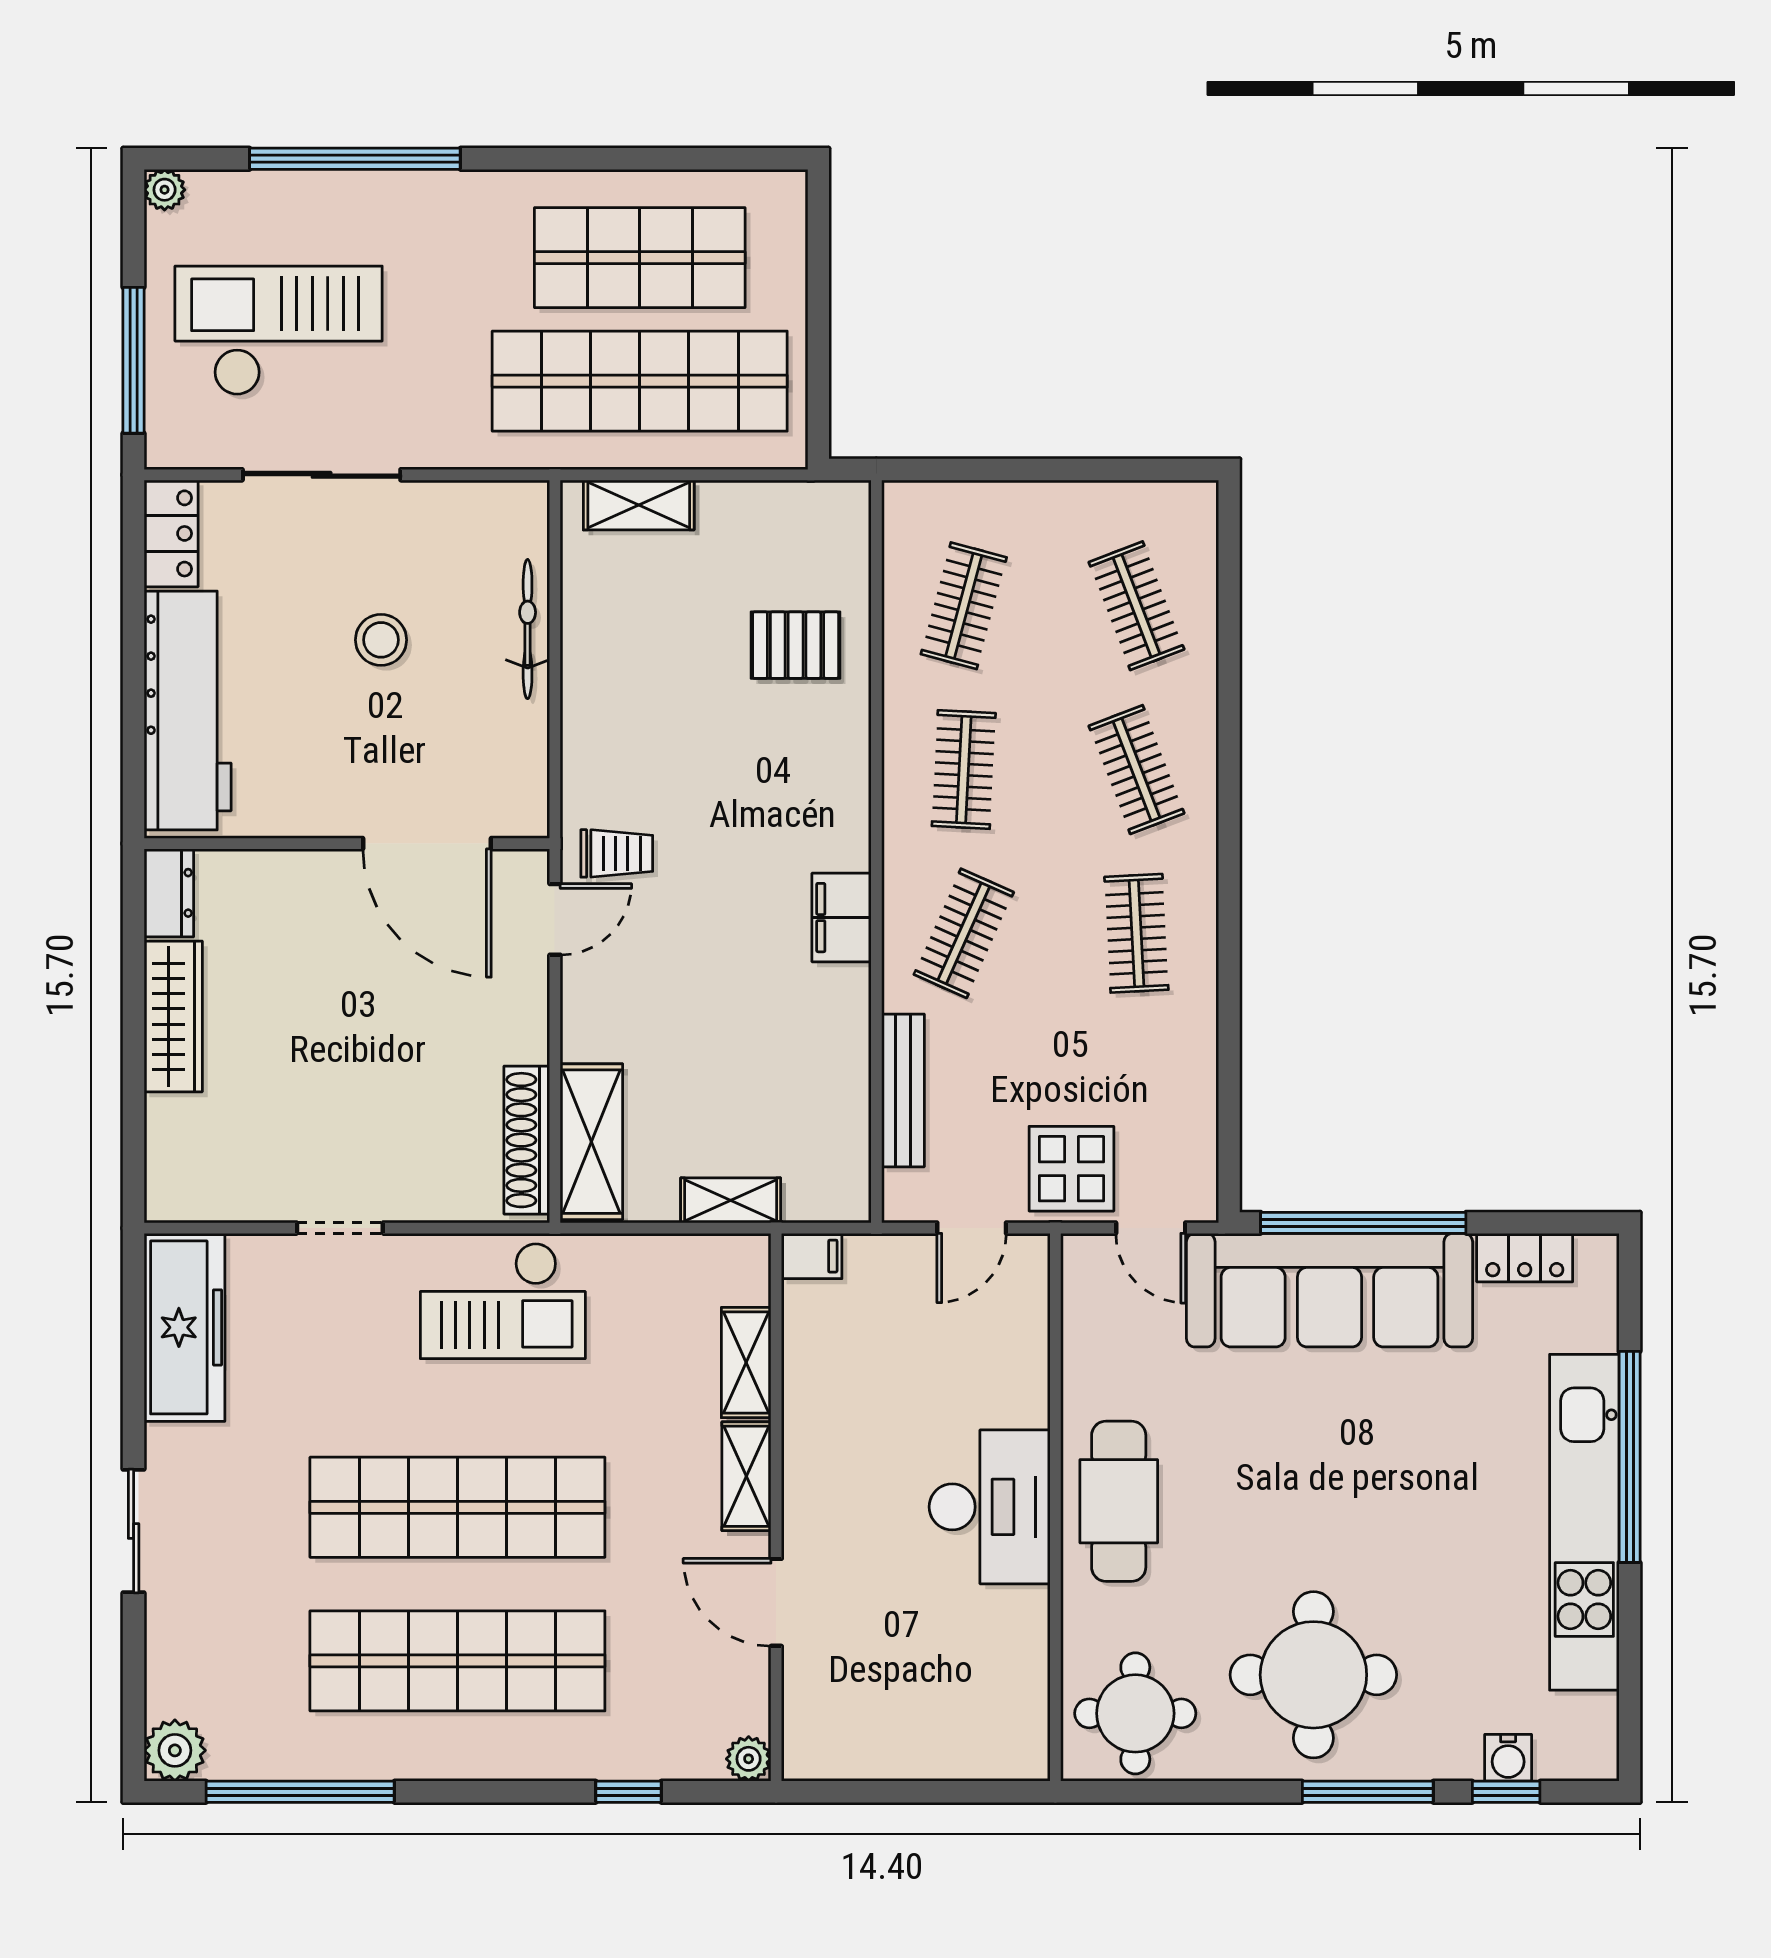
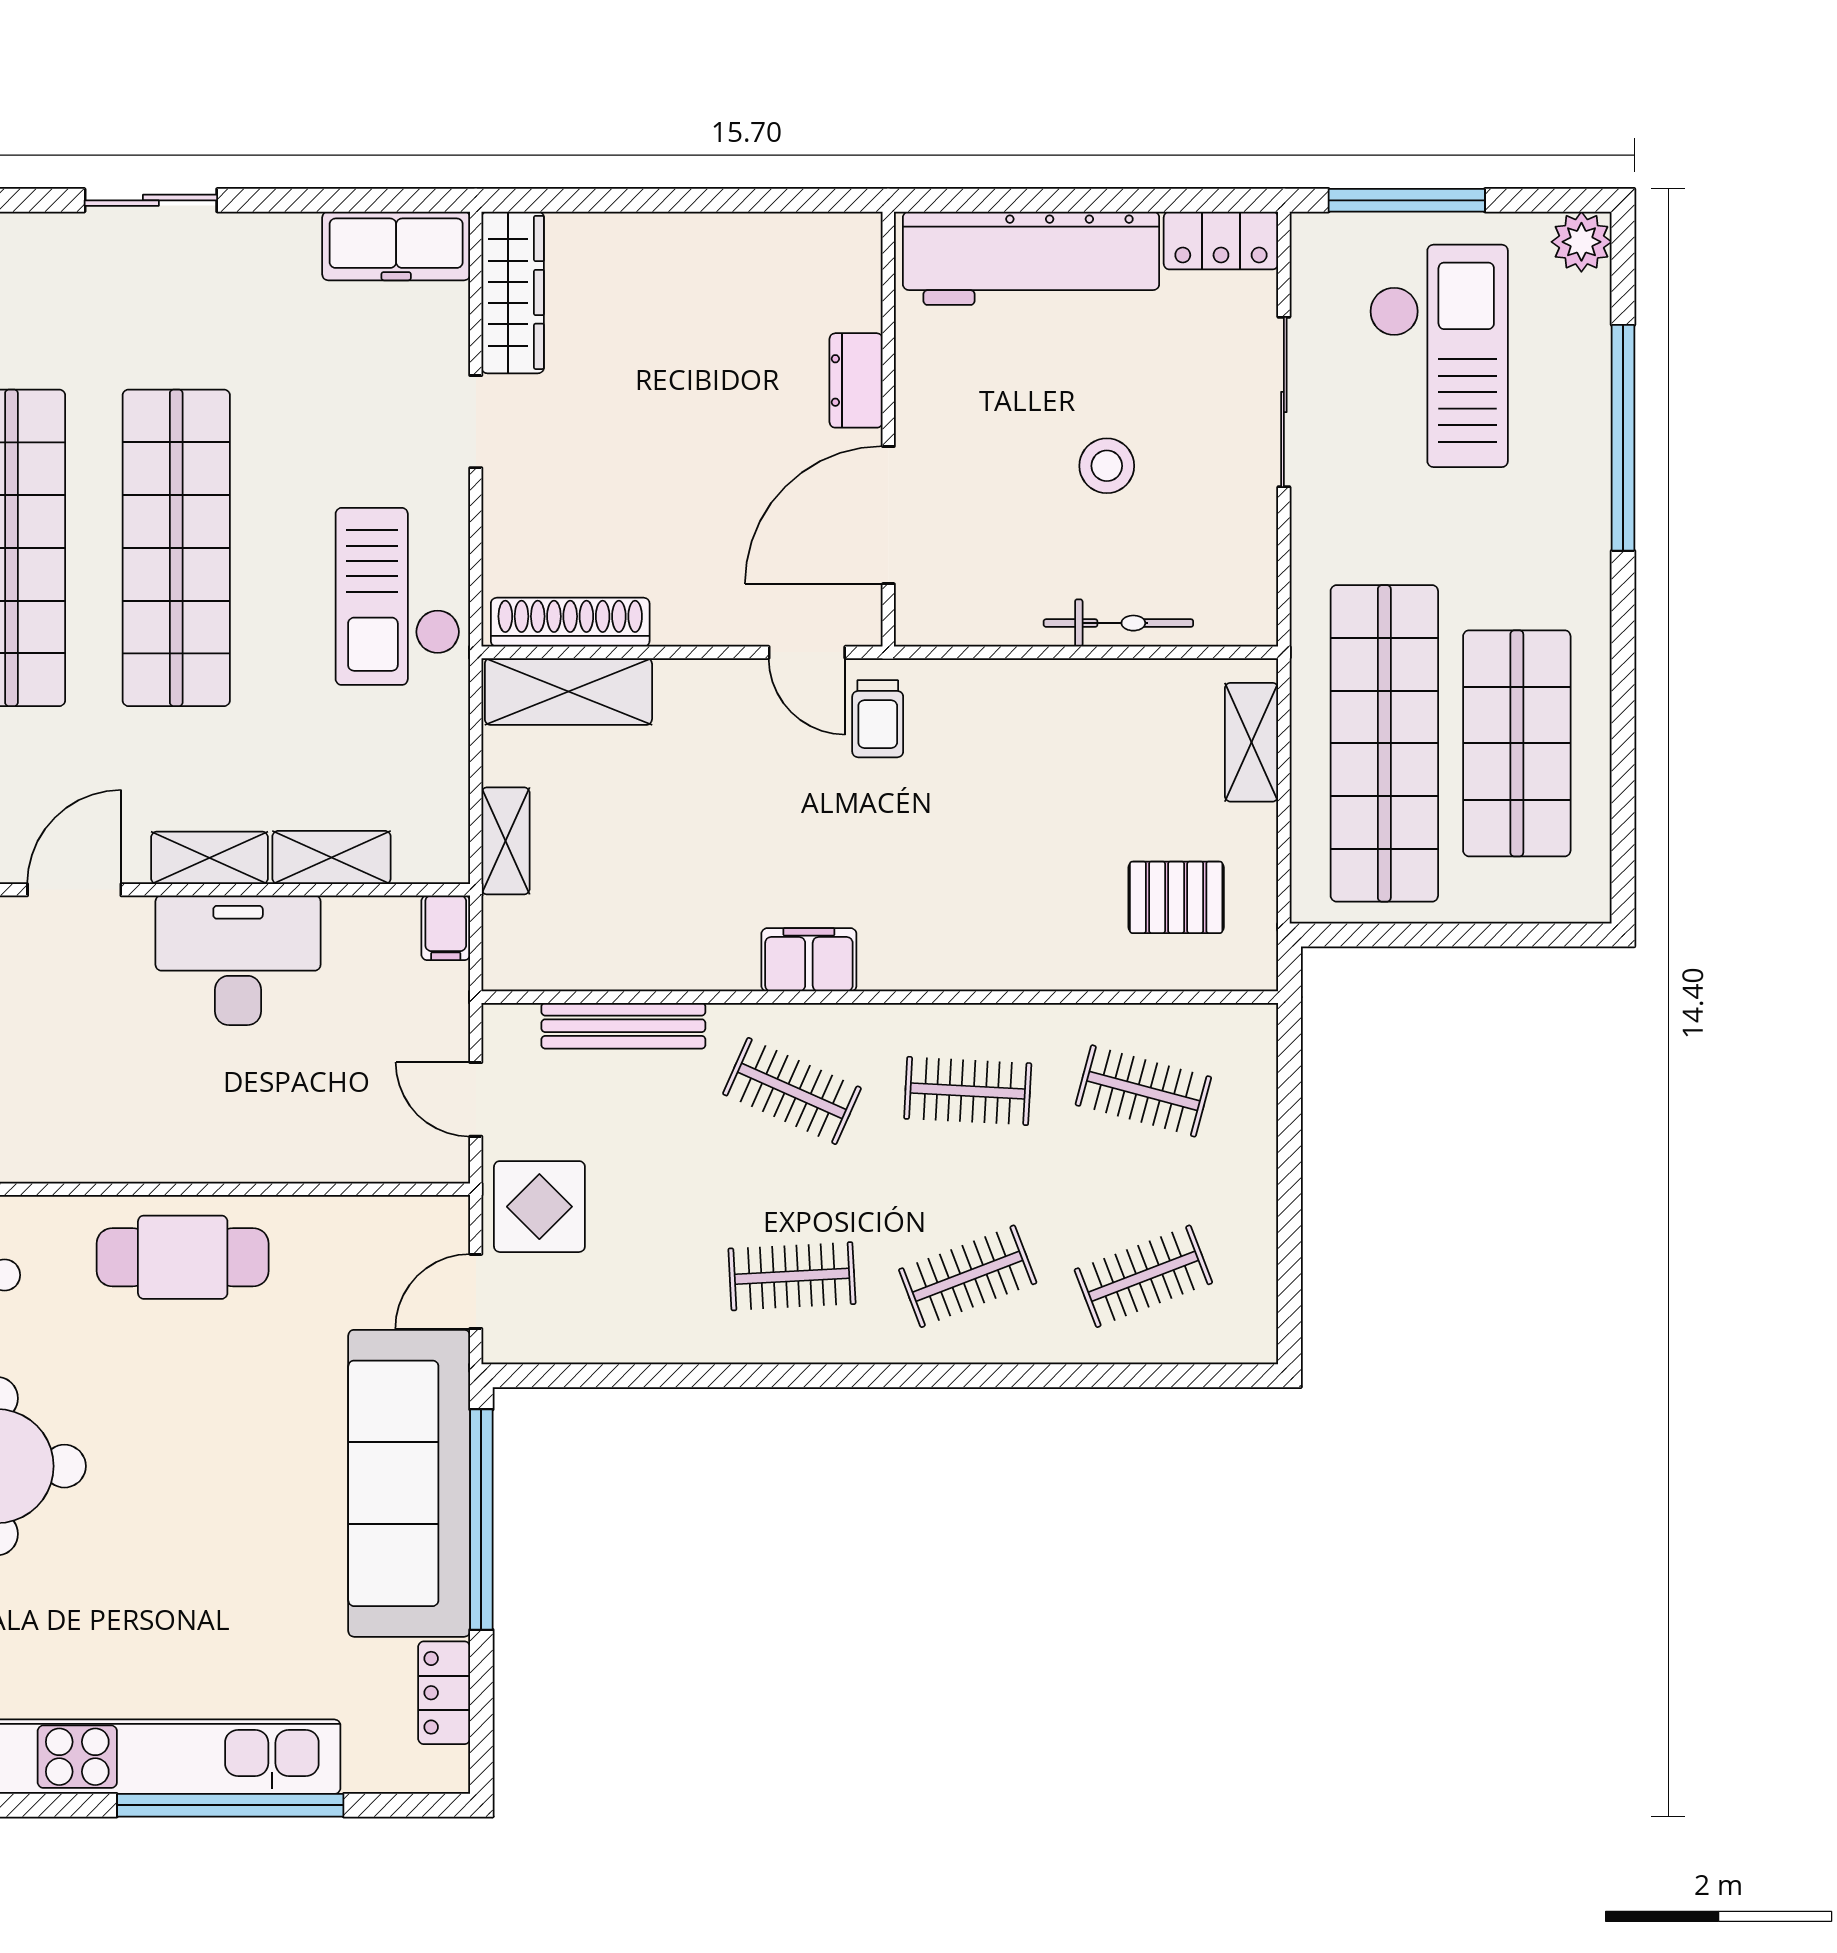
plant: (165, 190) -> (1581, 242), width x1.38, depth x1.38
pallet: (796, 645) -> (1176, 897), moved, turned 90
dresser: (169, 893) -> (856, 380), moved, turned 90
wardrobe: (173, 1016) -> (513, 292), moved, turned -90
freezer: (184, 1327) -> (396, 246), width x0.73, depth x0.79
desk: (990, 1507) -> (238, 960), moved, turned 180

